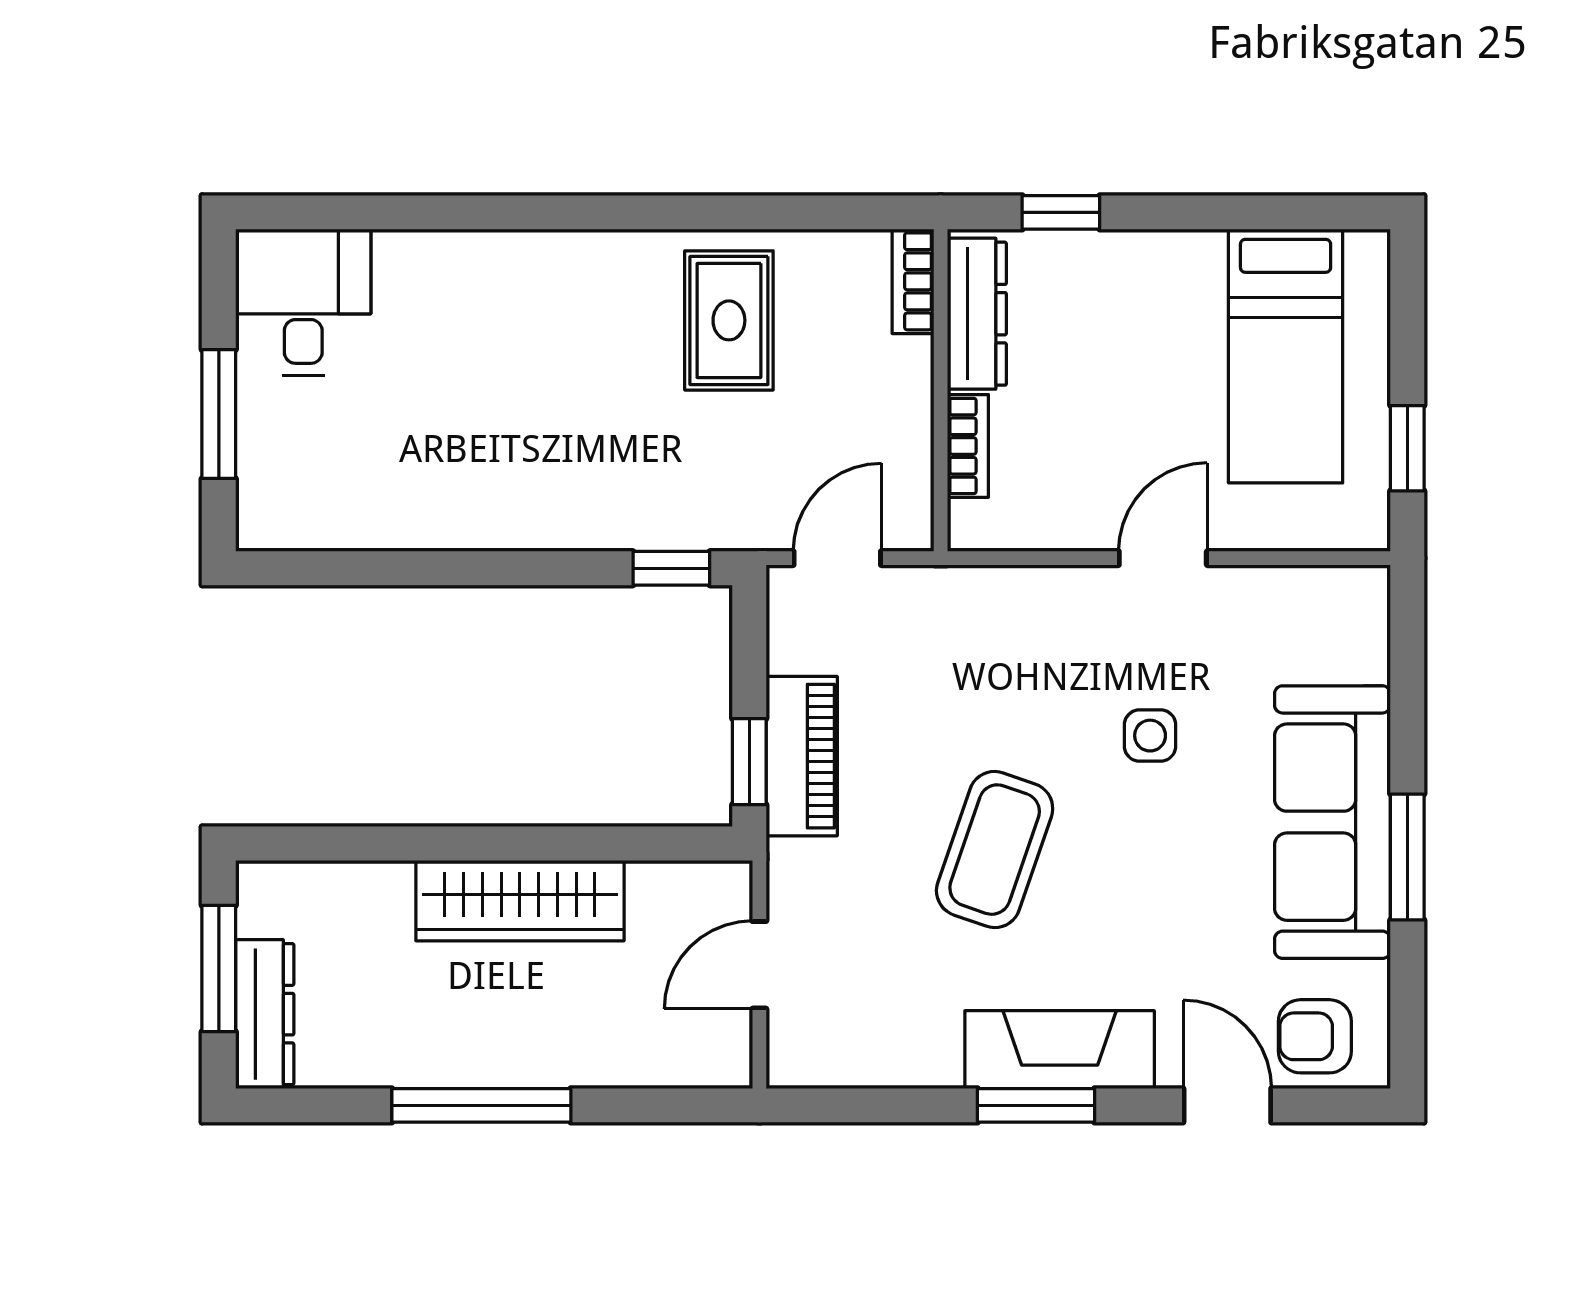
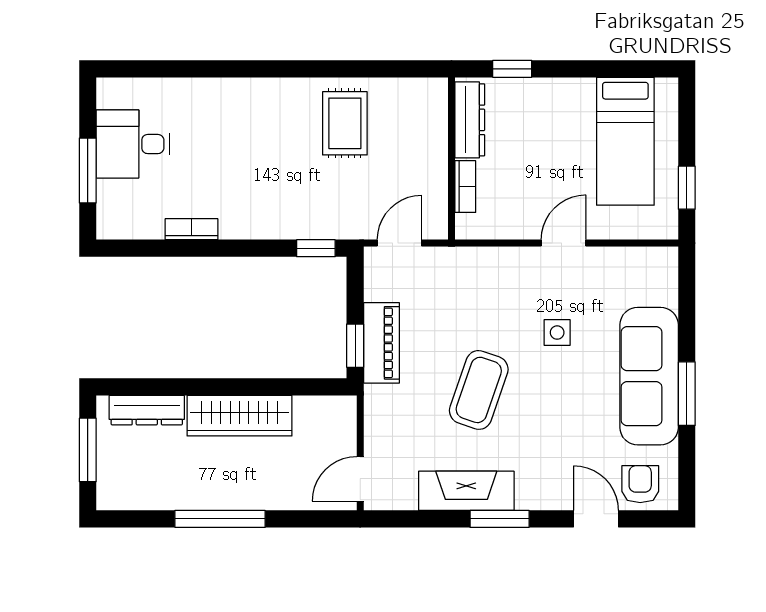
bookcase: (913, 281) -> (192, 229), moved, turned 90
desk: (303, 302) -> (133, 144), moved, turned -90
door: (759, 965) -> (360, 479), moved
dresser: (265, 1014) -> (147, 410), moved, turned 90
armchair: (1315, 1036) -> (640, 484), turned 90
fireplace: (1060, 1050) -> (466, 491), moved

